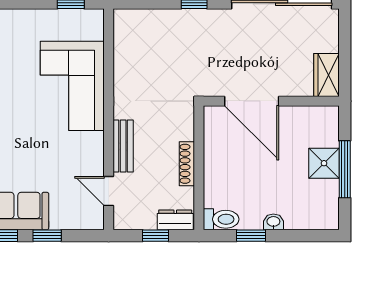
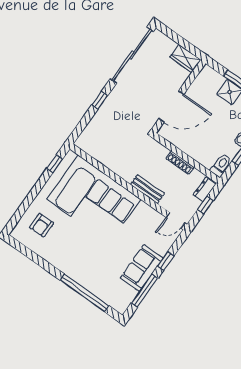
corner sofa: (72, 86) -> (94, 199), width x1.36, depth x1.36
door: (109, 191) -> (175, 220), moved

